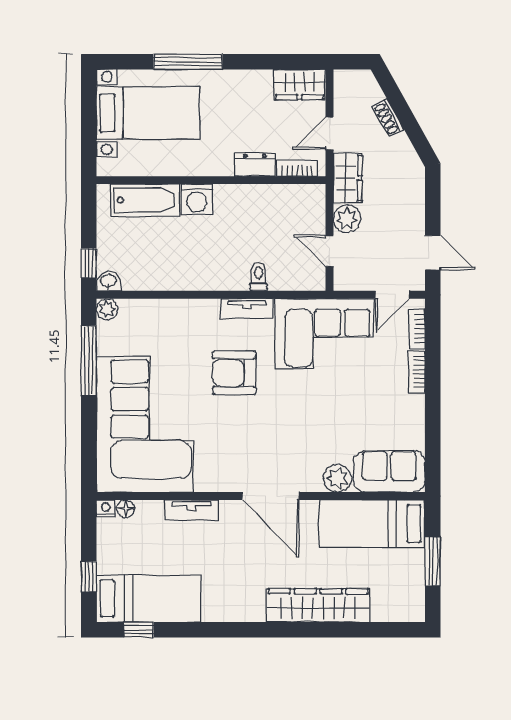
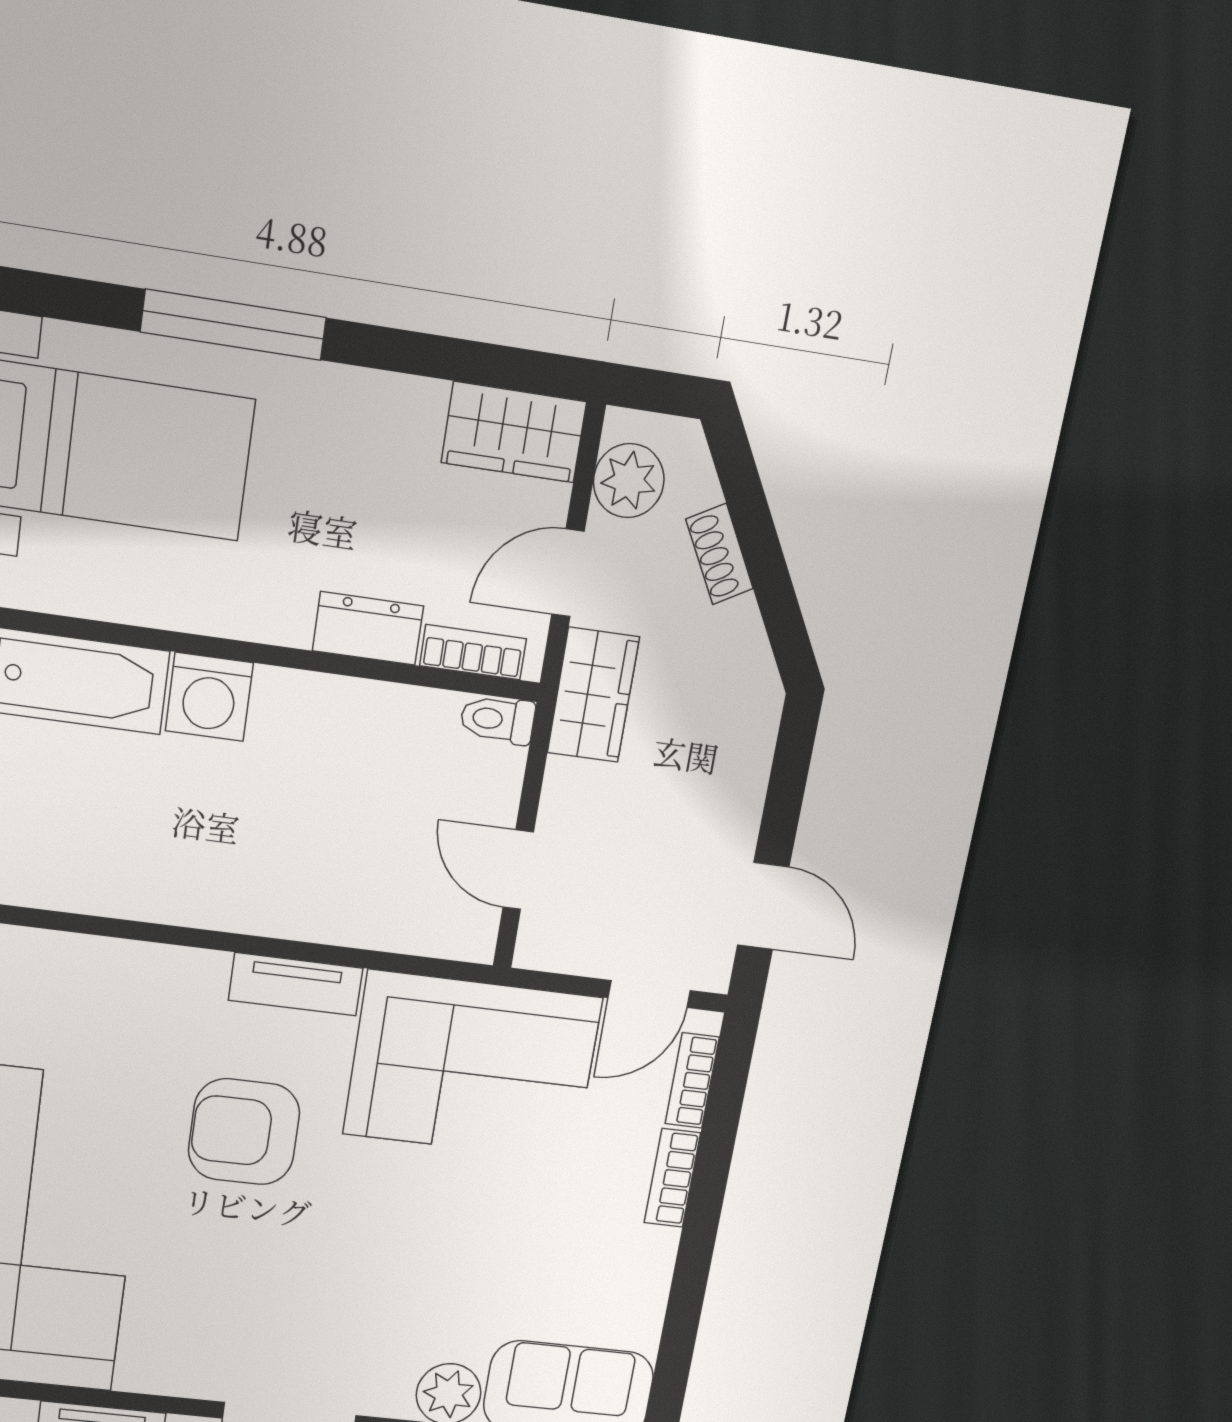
plant: (347, 219) -> (629, 481), moved
toilet: (259, 277) -> (498, 720), moved, turned -90

